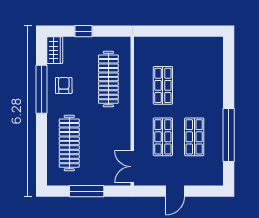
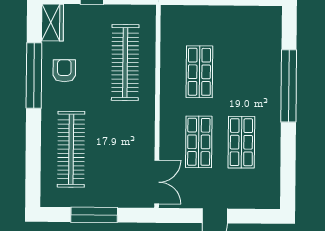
window: (229, 135) -> (289, 86), moved
double door: (132, 167) -> (157, 182), swing flipped

